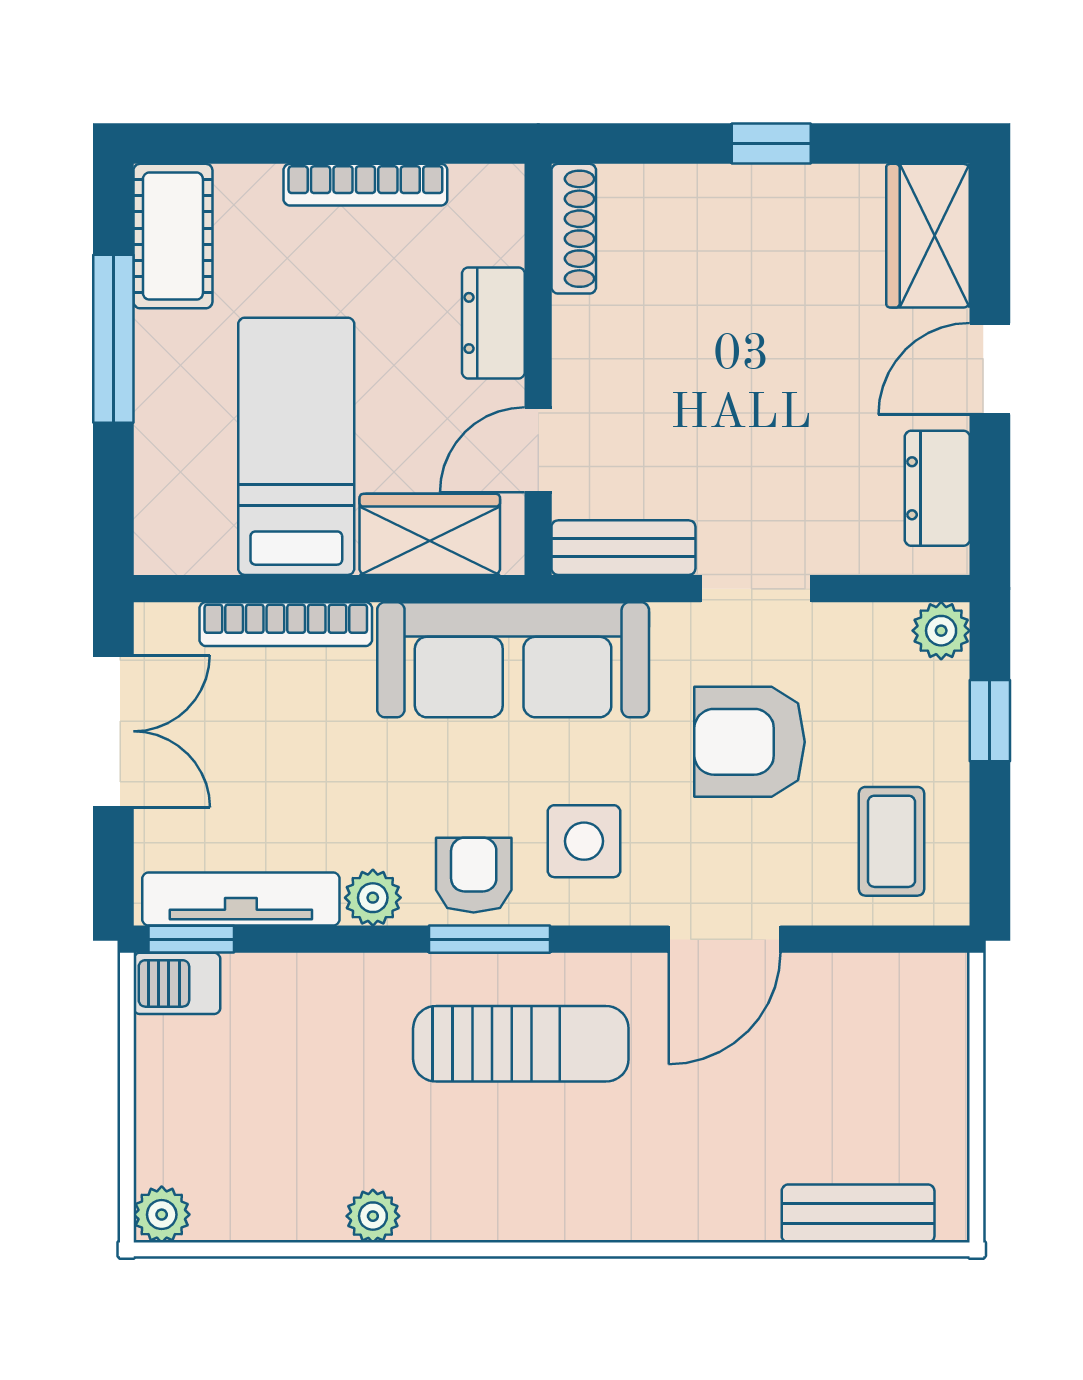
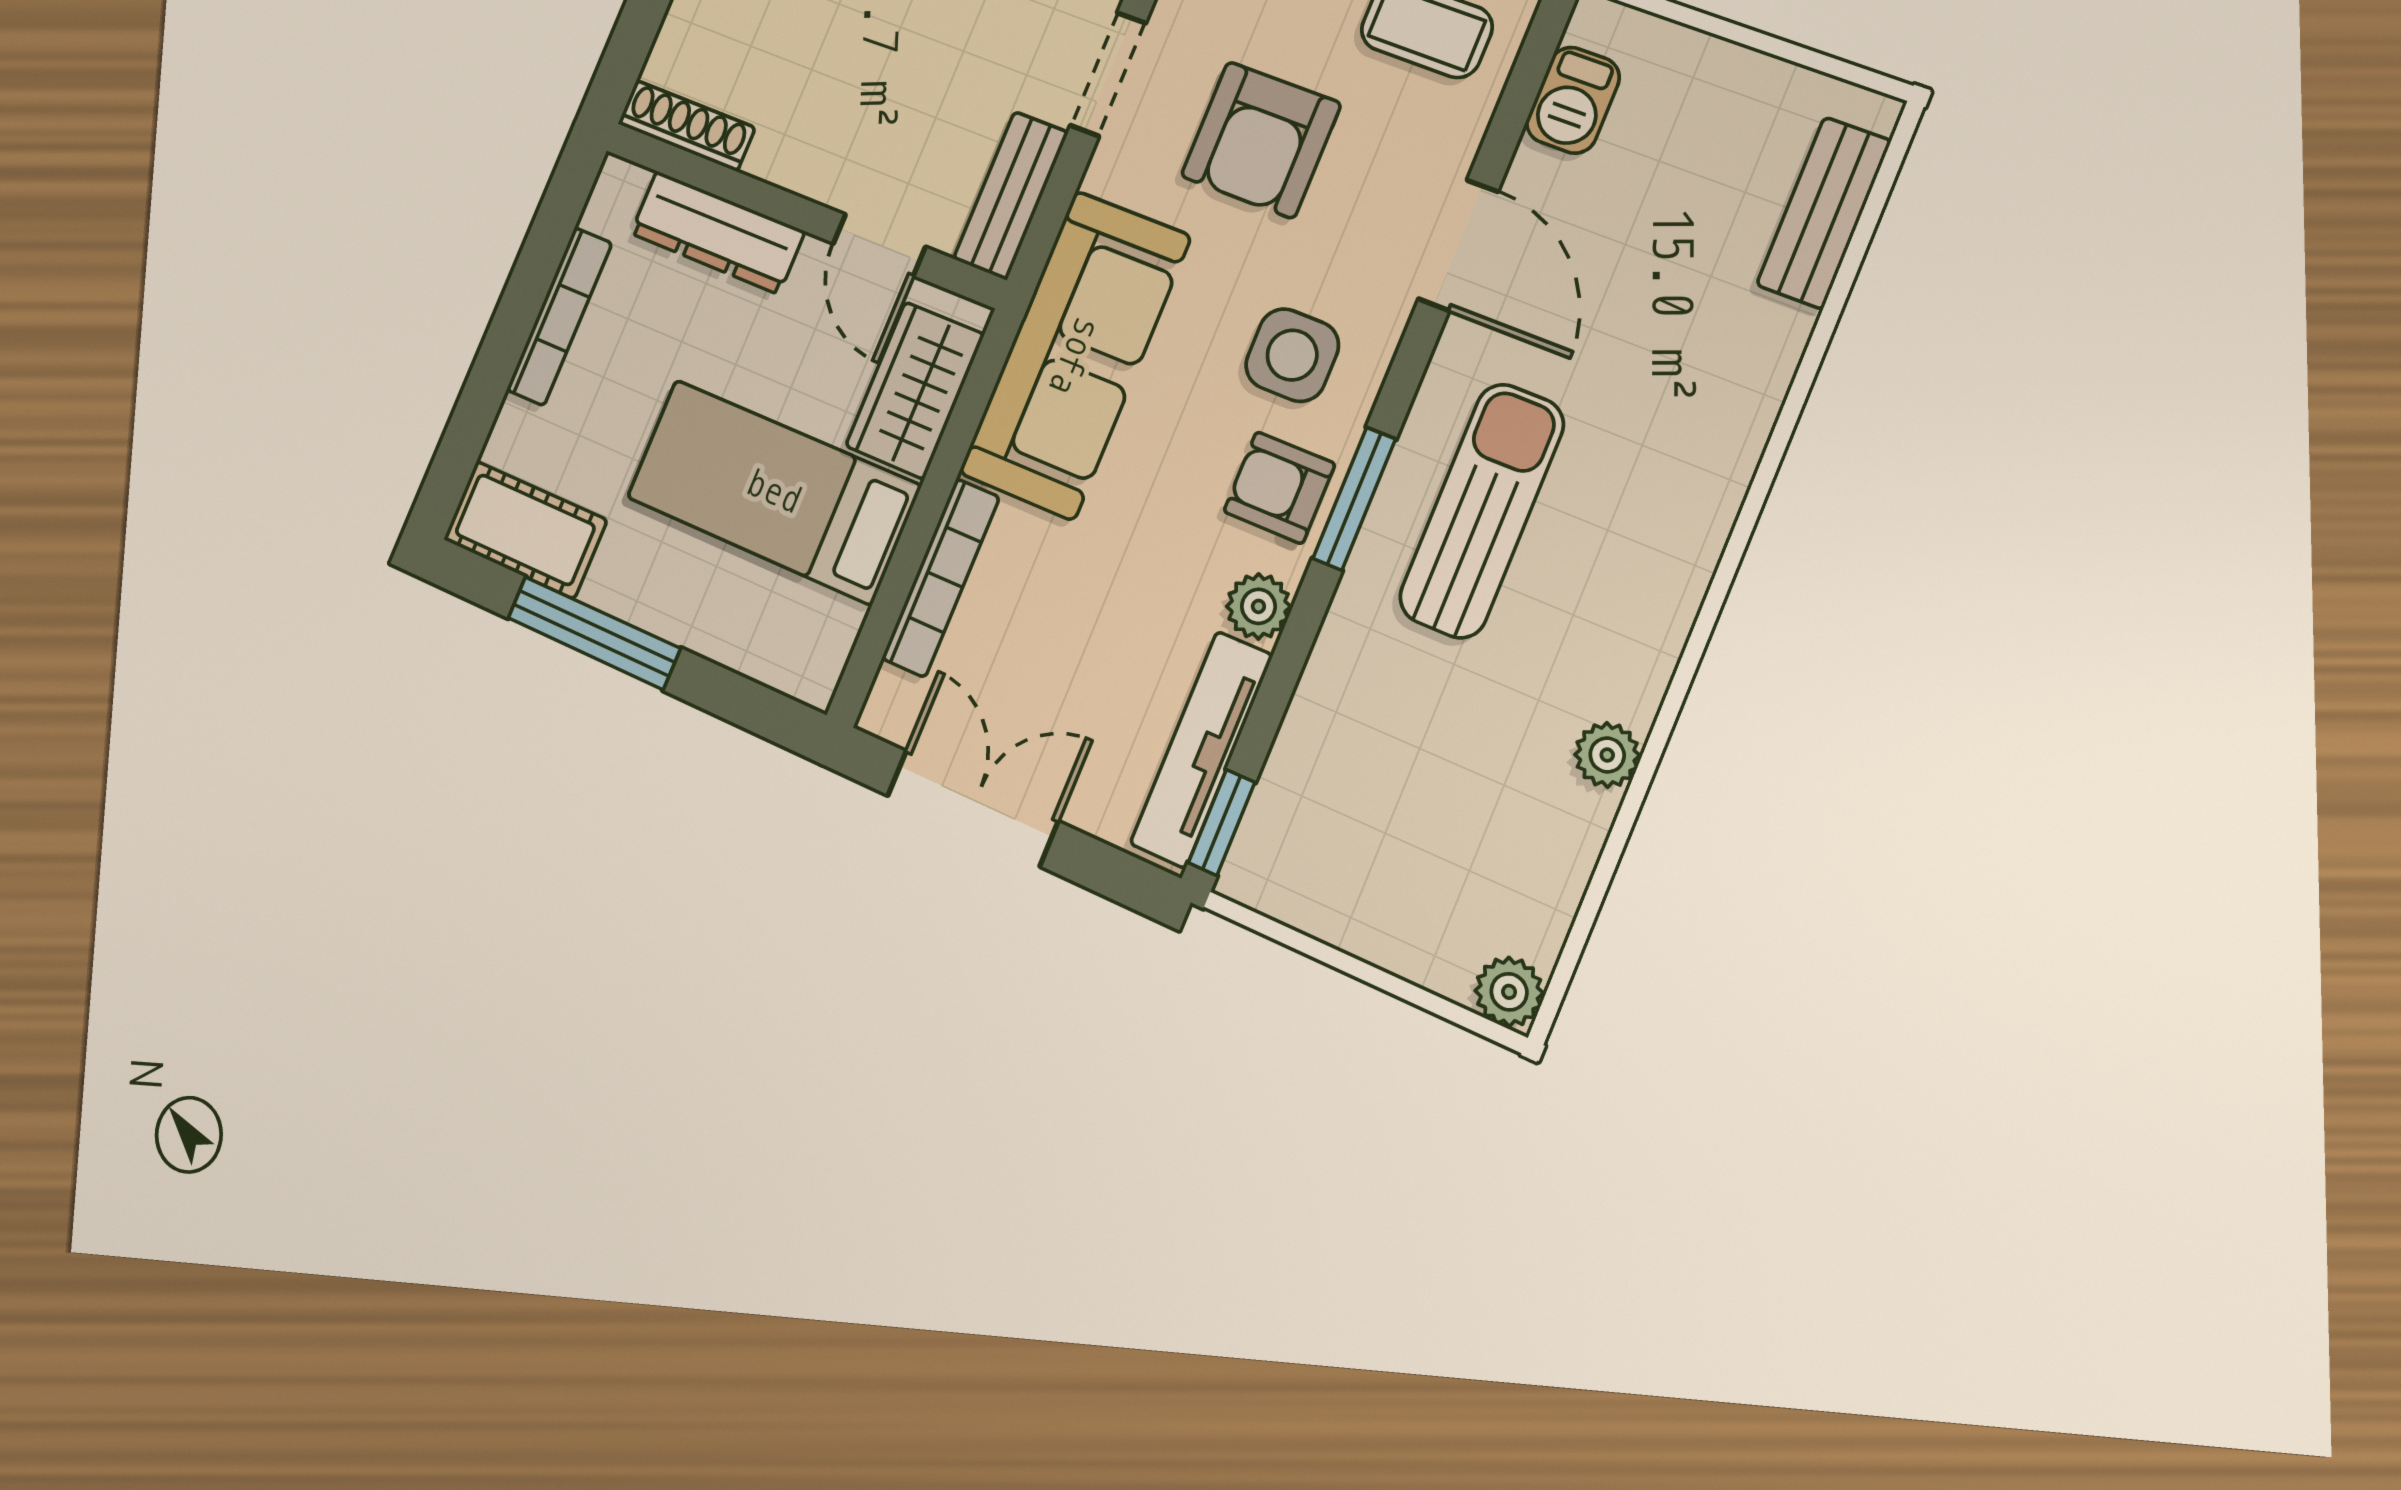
dresser: (493, 323) -> (717, 232), width x1.44
barbecue: (177, 983) -> (1573, 100), moved

